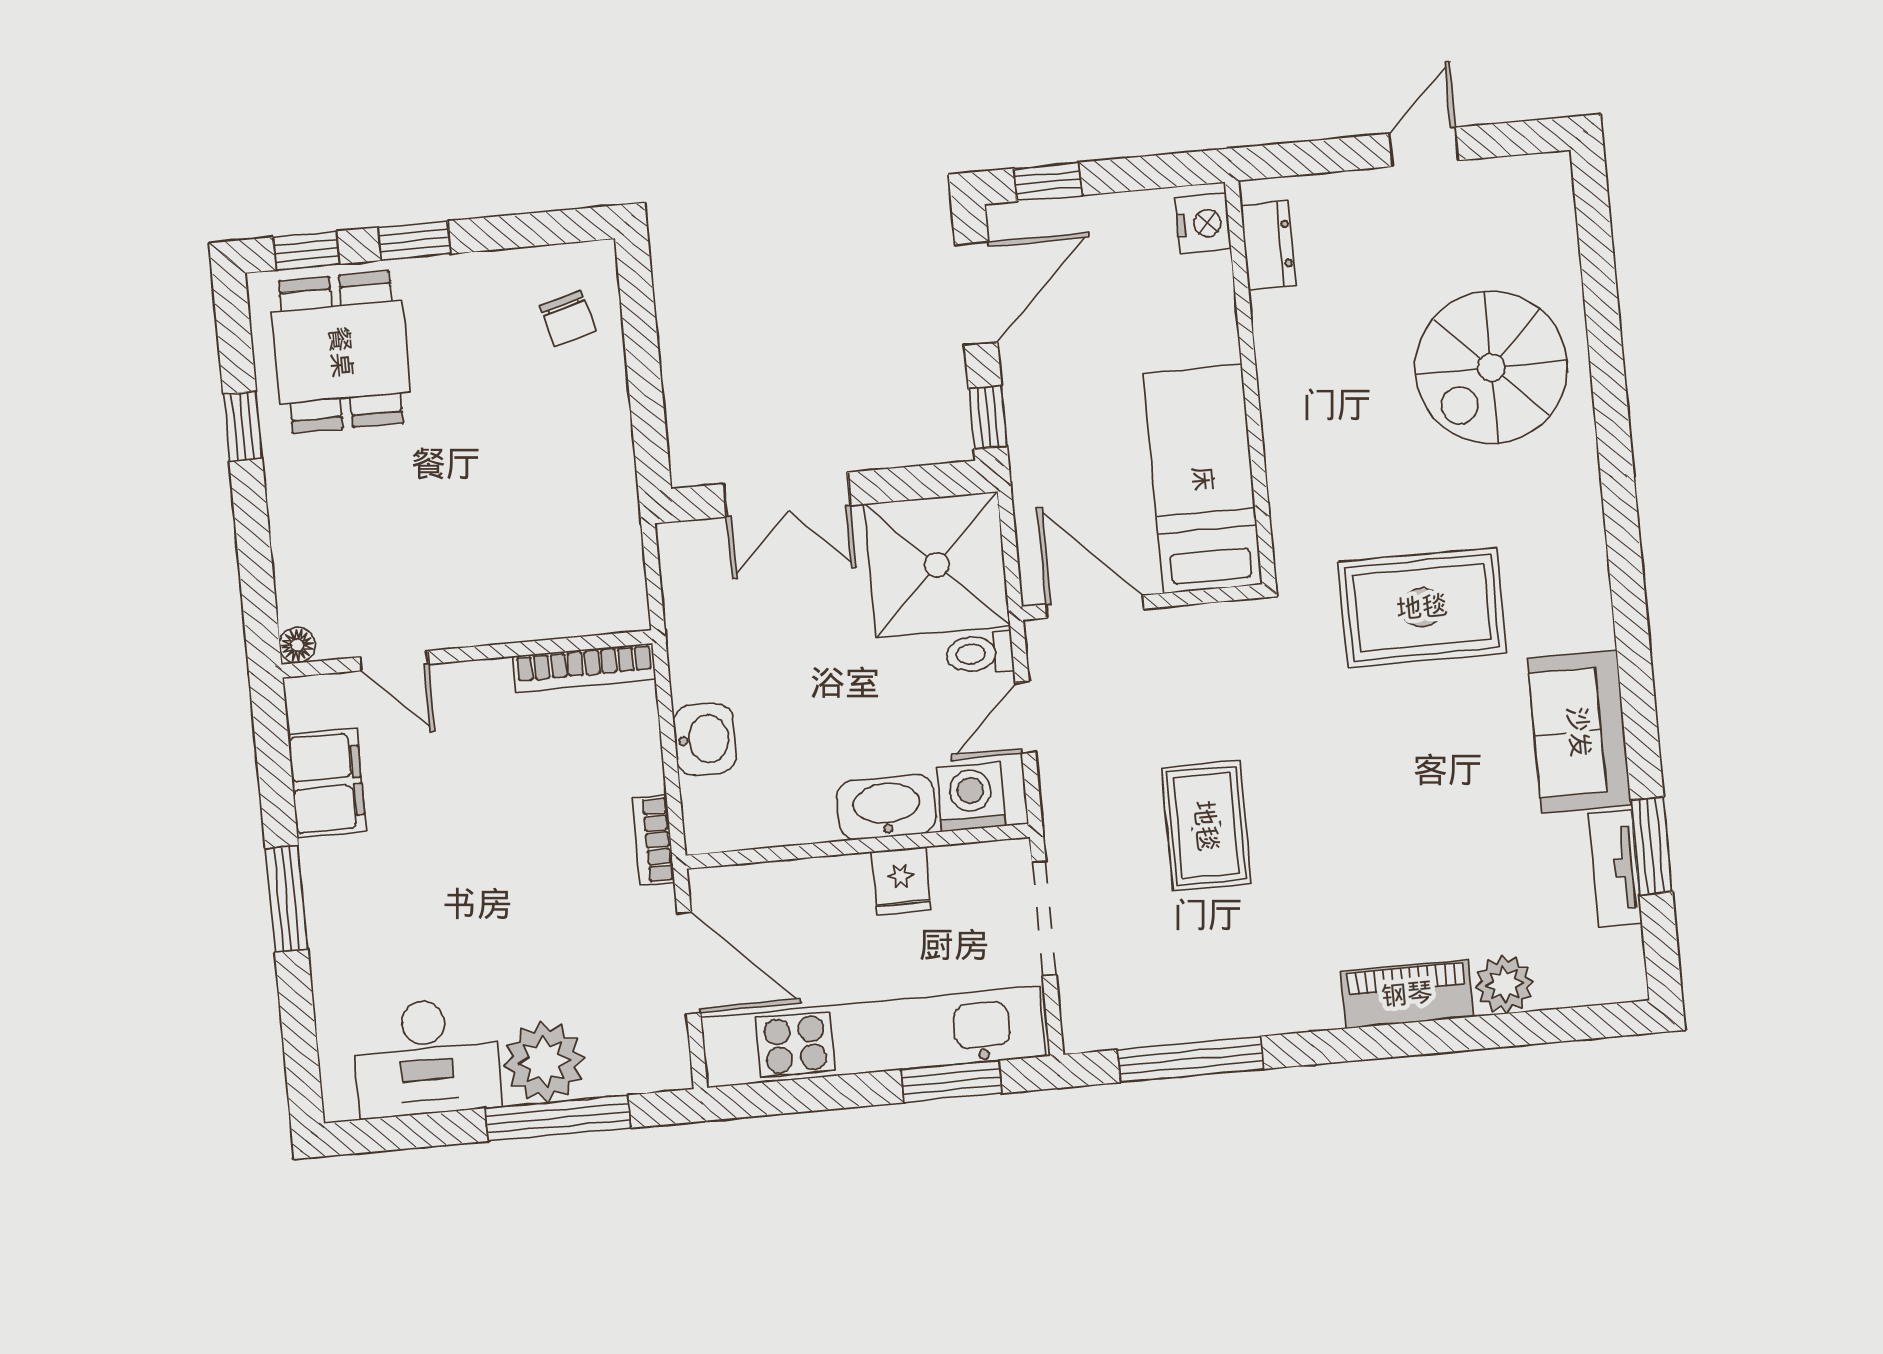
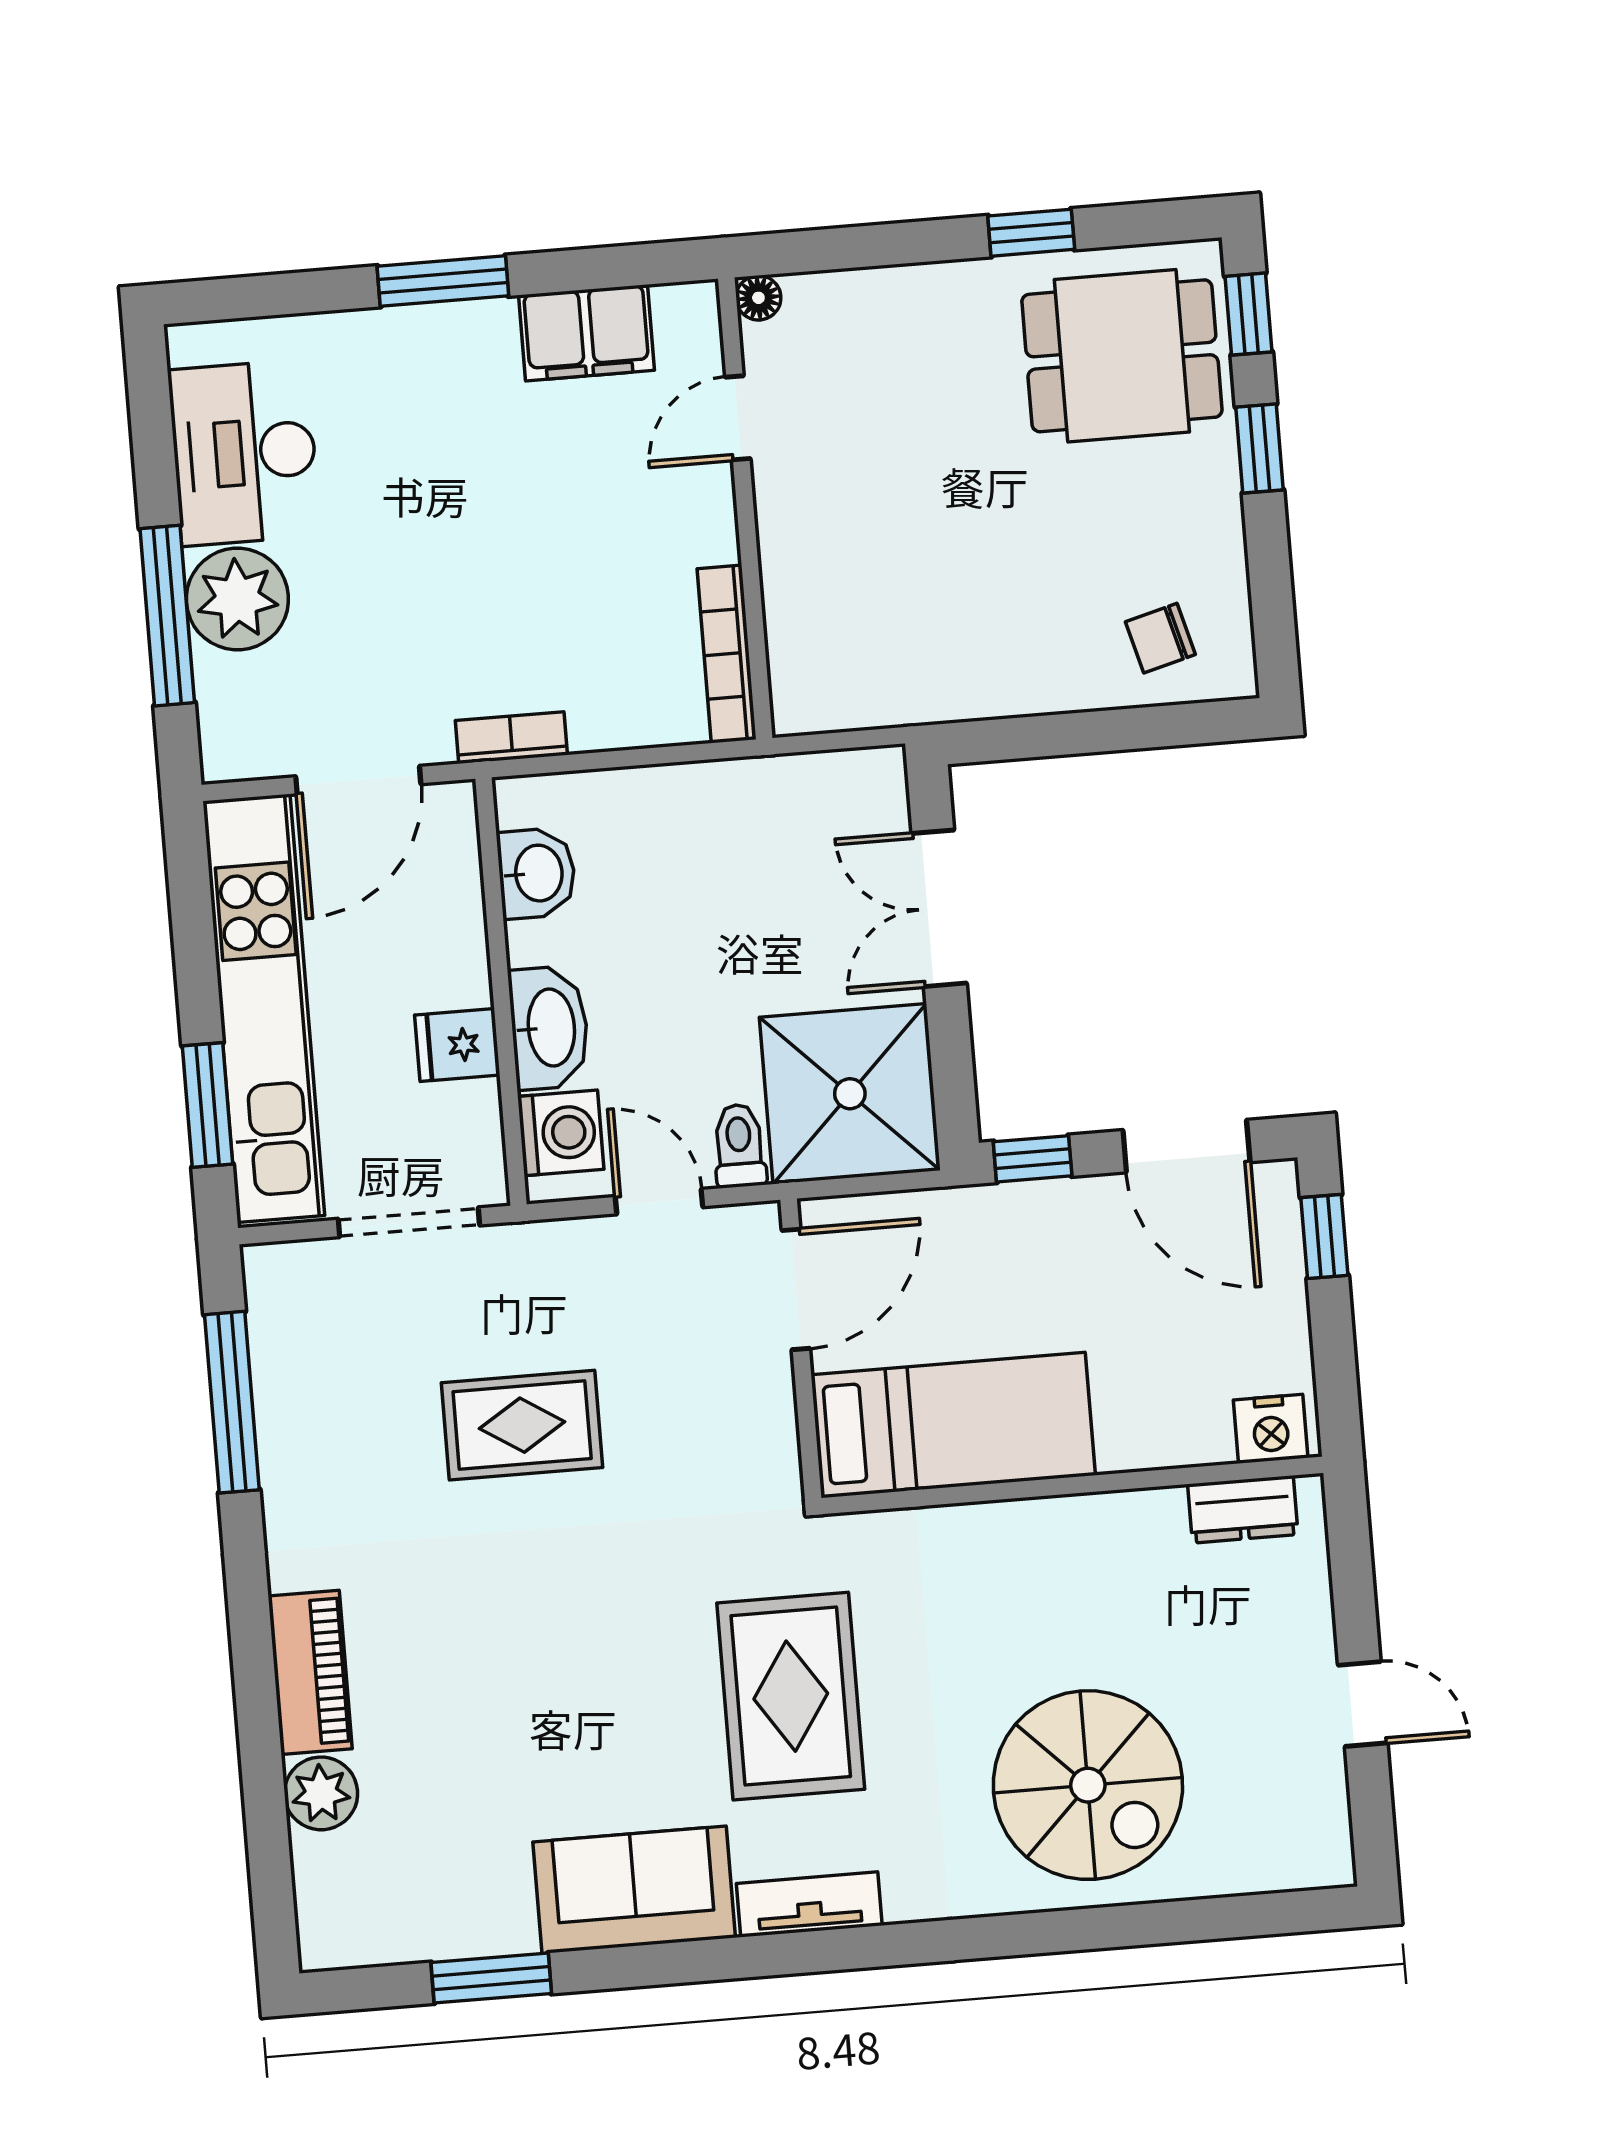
spiral stairs: (1491, 367) -> (1088, 1785), turned 180
washbasin: (705, 739) -> (537, 873), moved, turned -90
tv unit: (1615, 868) -> (809, 1904), moved

